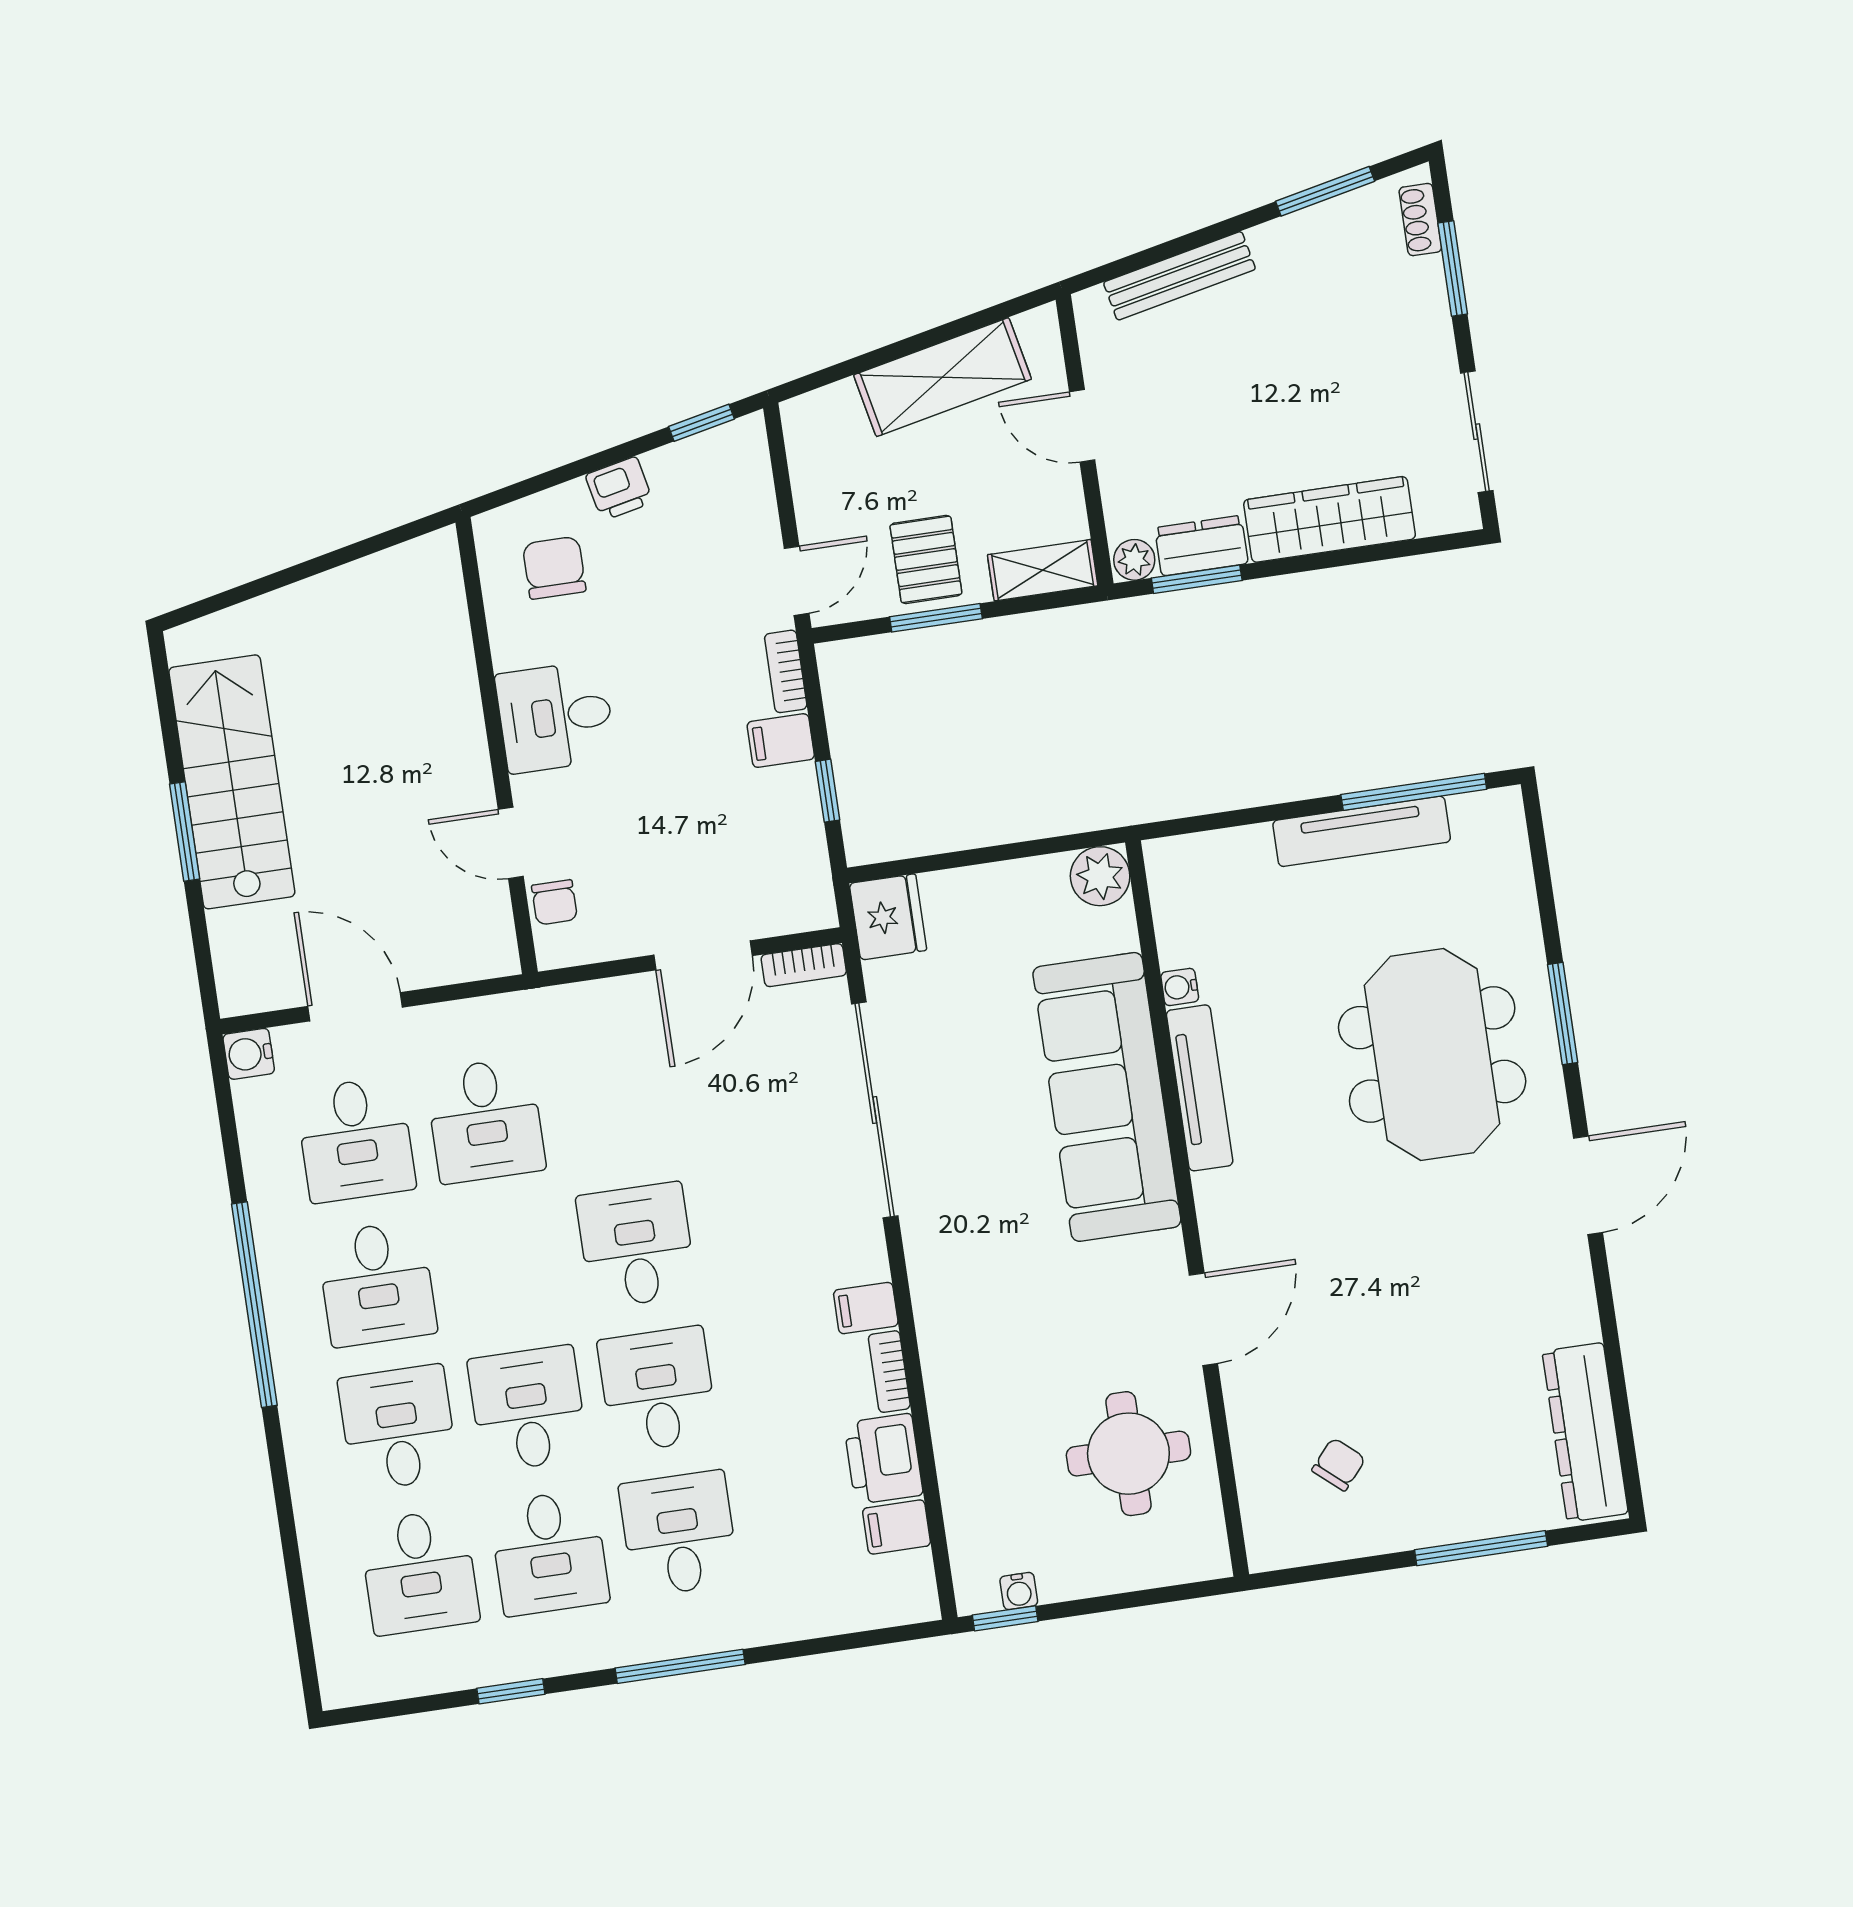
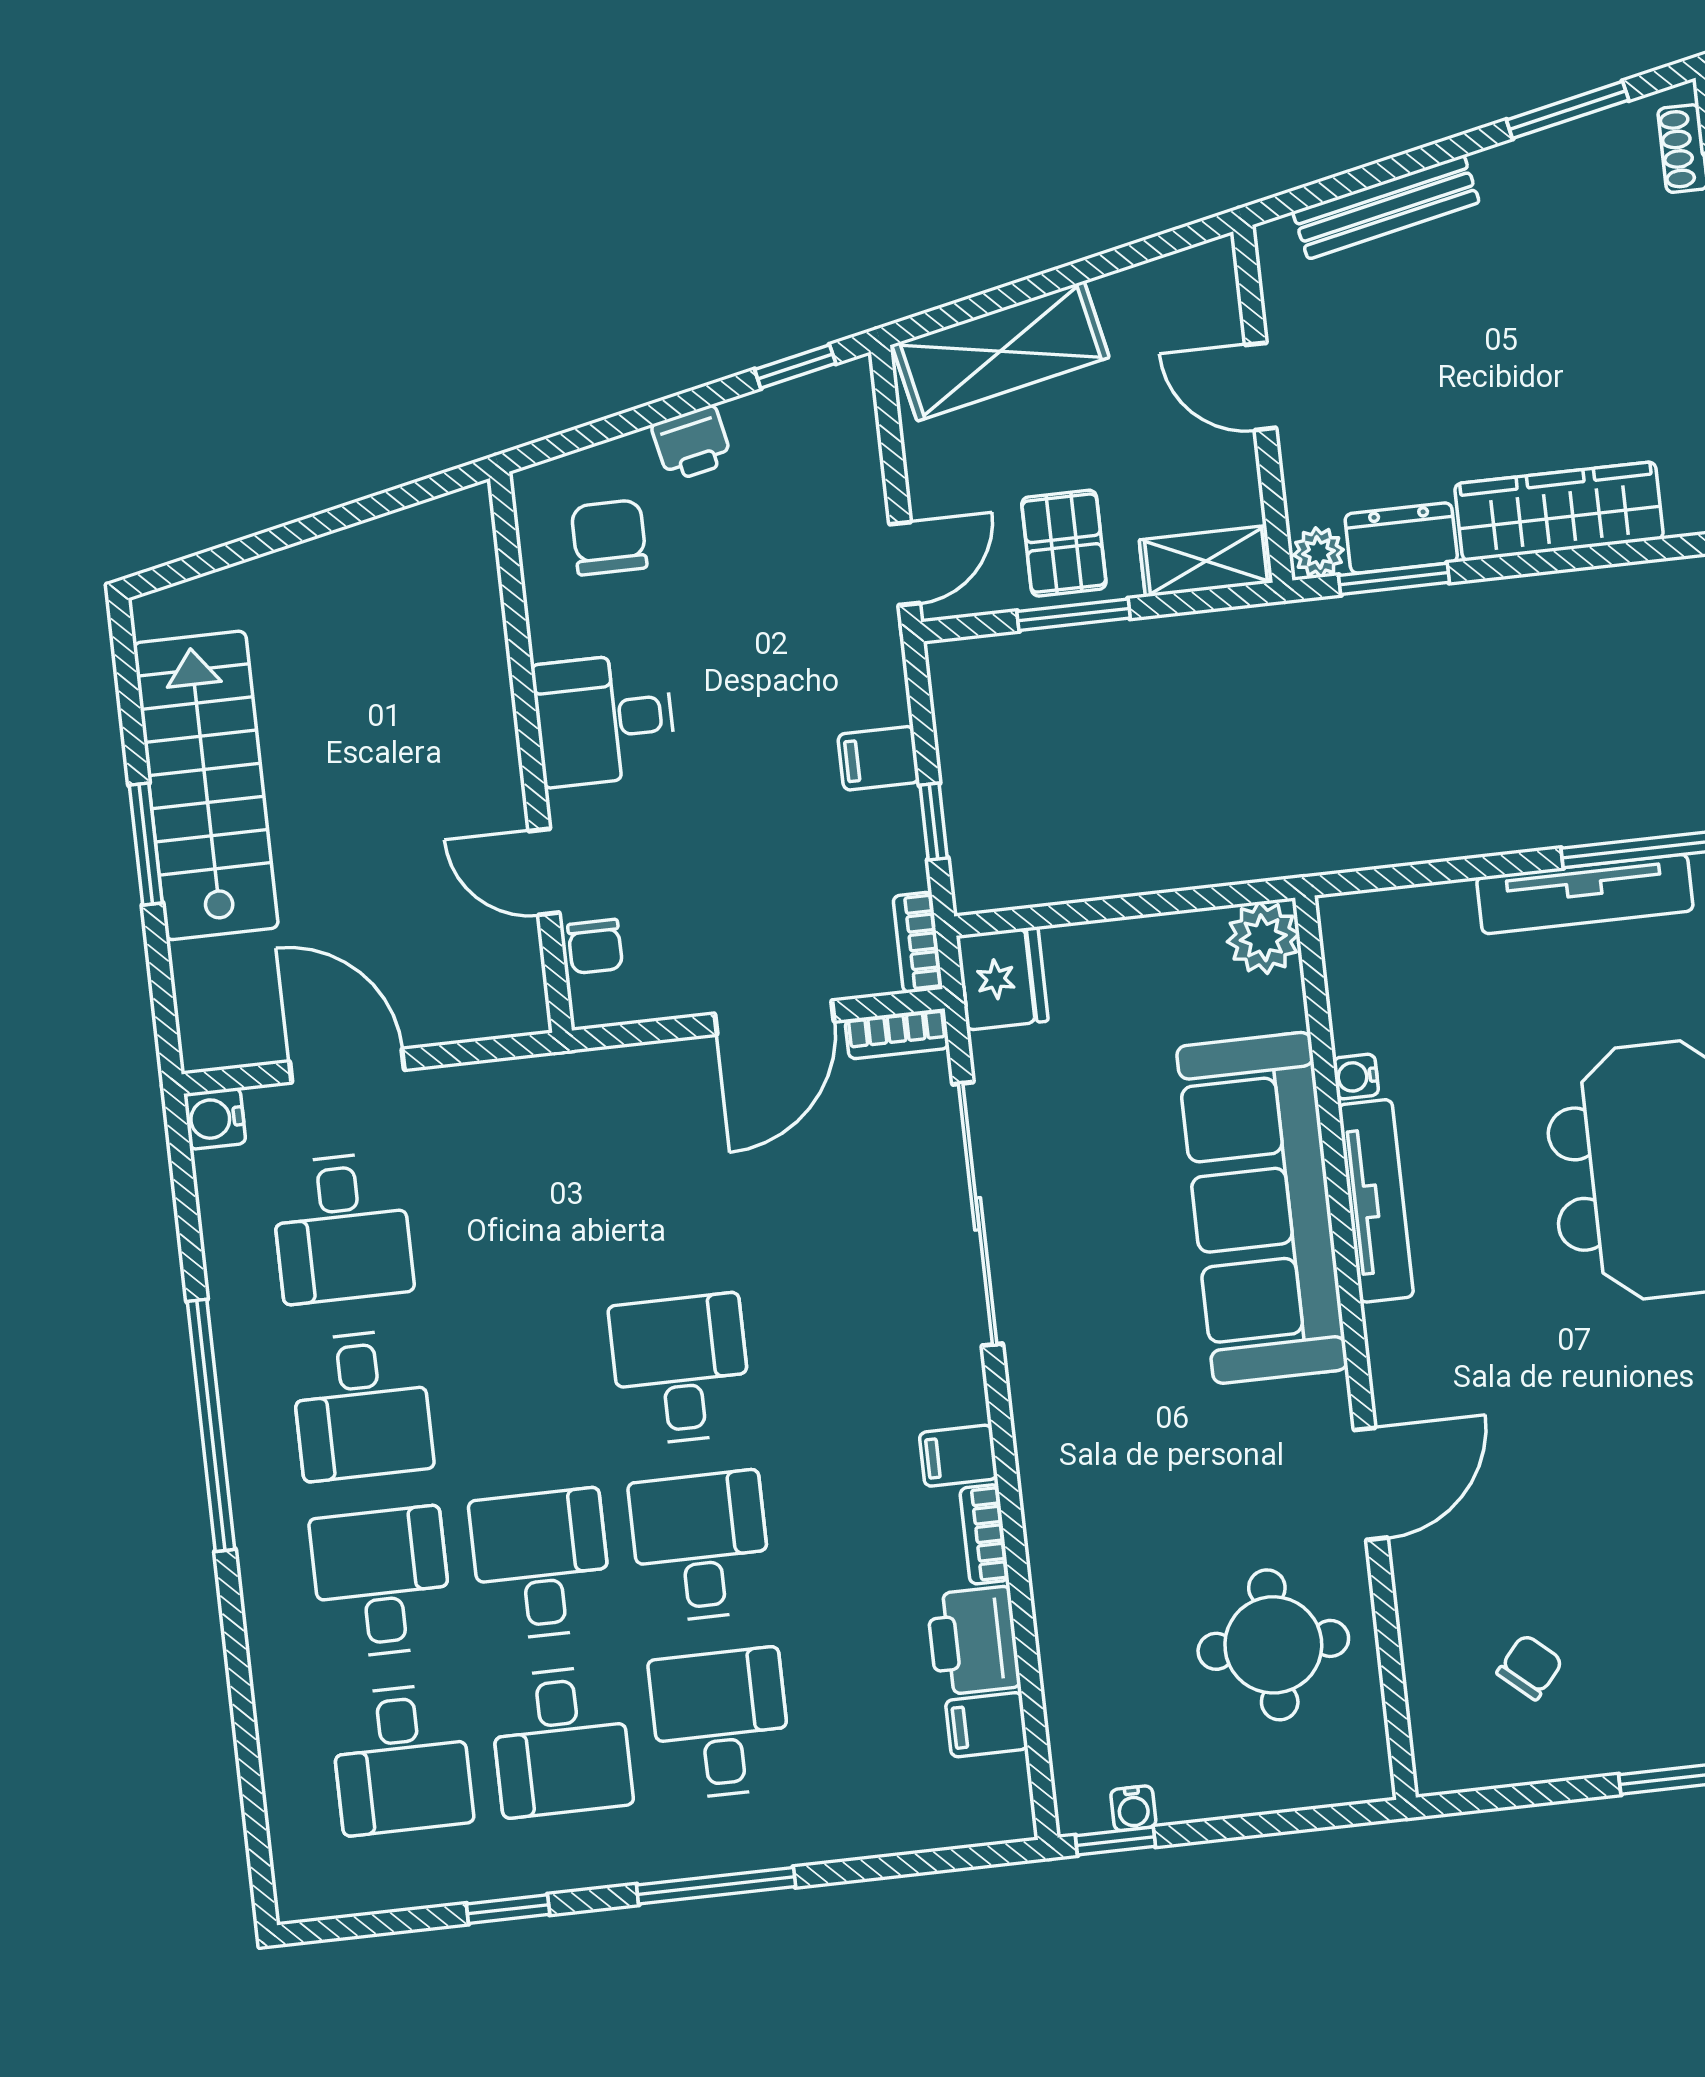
shelving: (943, 377) -> (1001, 351), moved
bookcase: (786, 671) -> (918, 942), moved
desk: (485, 1120) -> (501, 1210), removed

